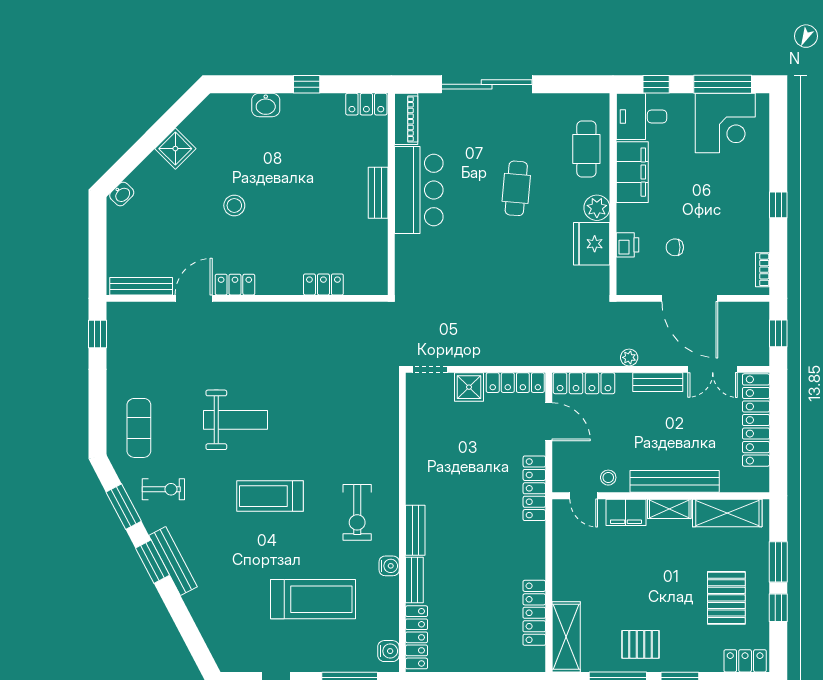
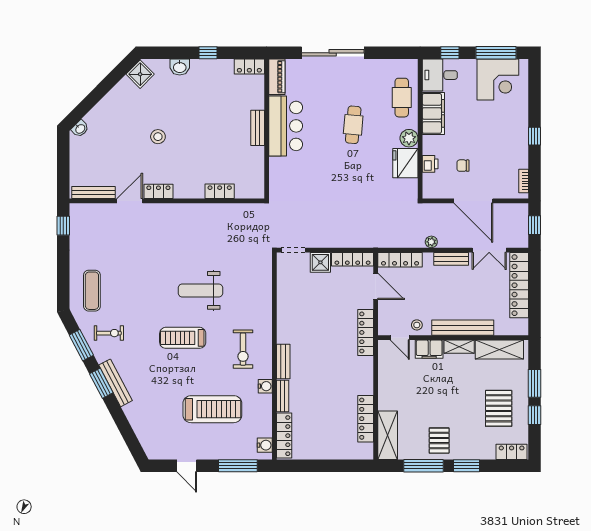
shower: (175, 149) -> (140, 74), moved
weight bench: (235, 420) -> (200, 290), moved, turned 180
pallet: (641, 644) -> (439, 441), turned 90

